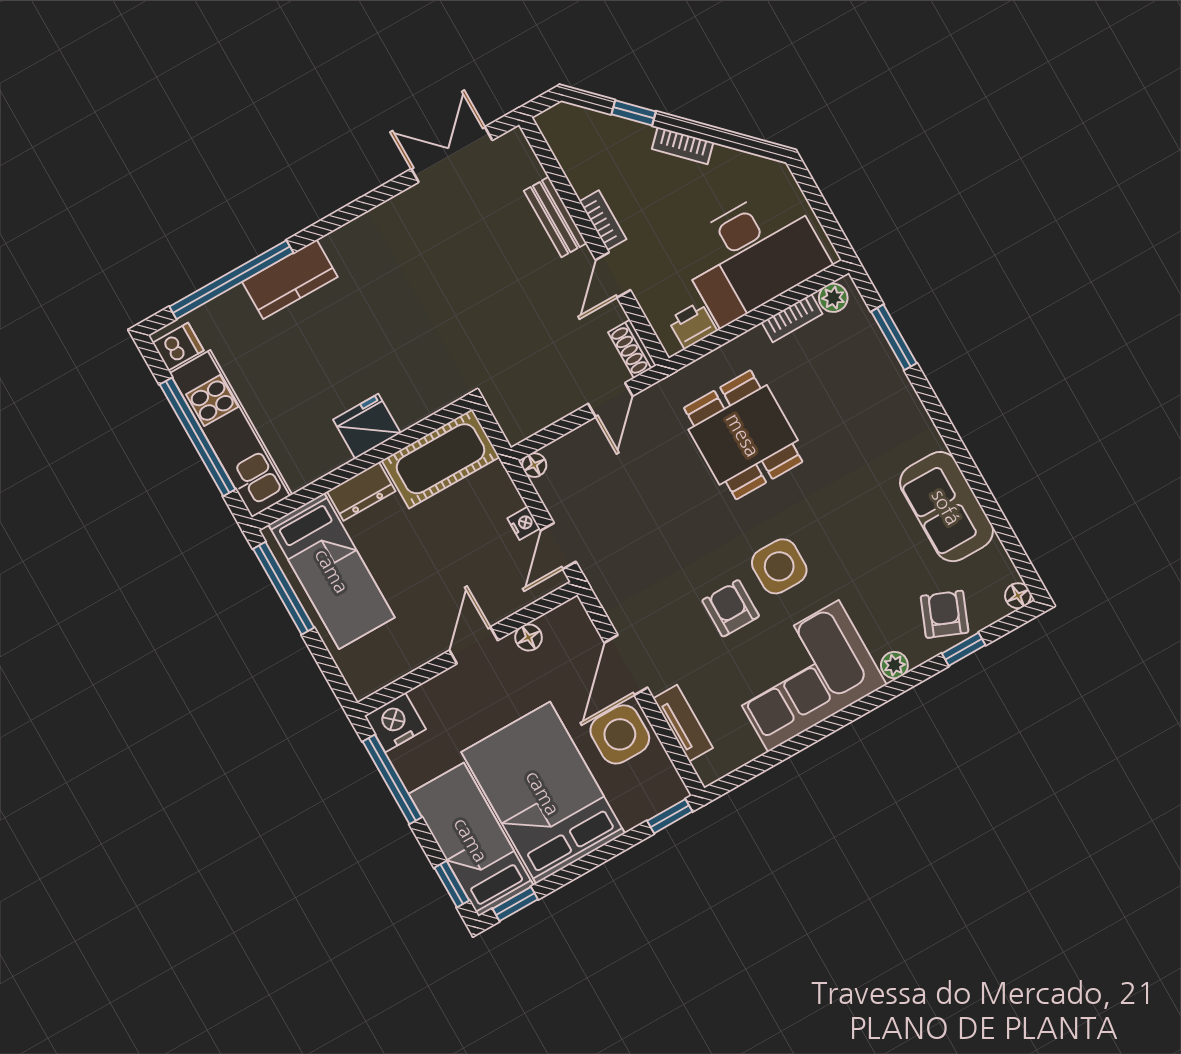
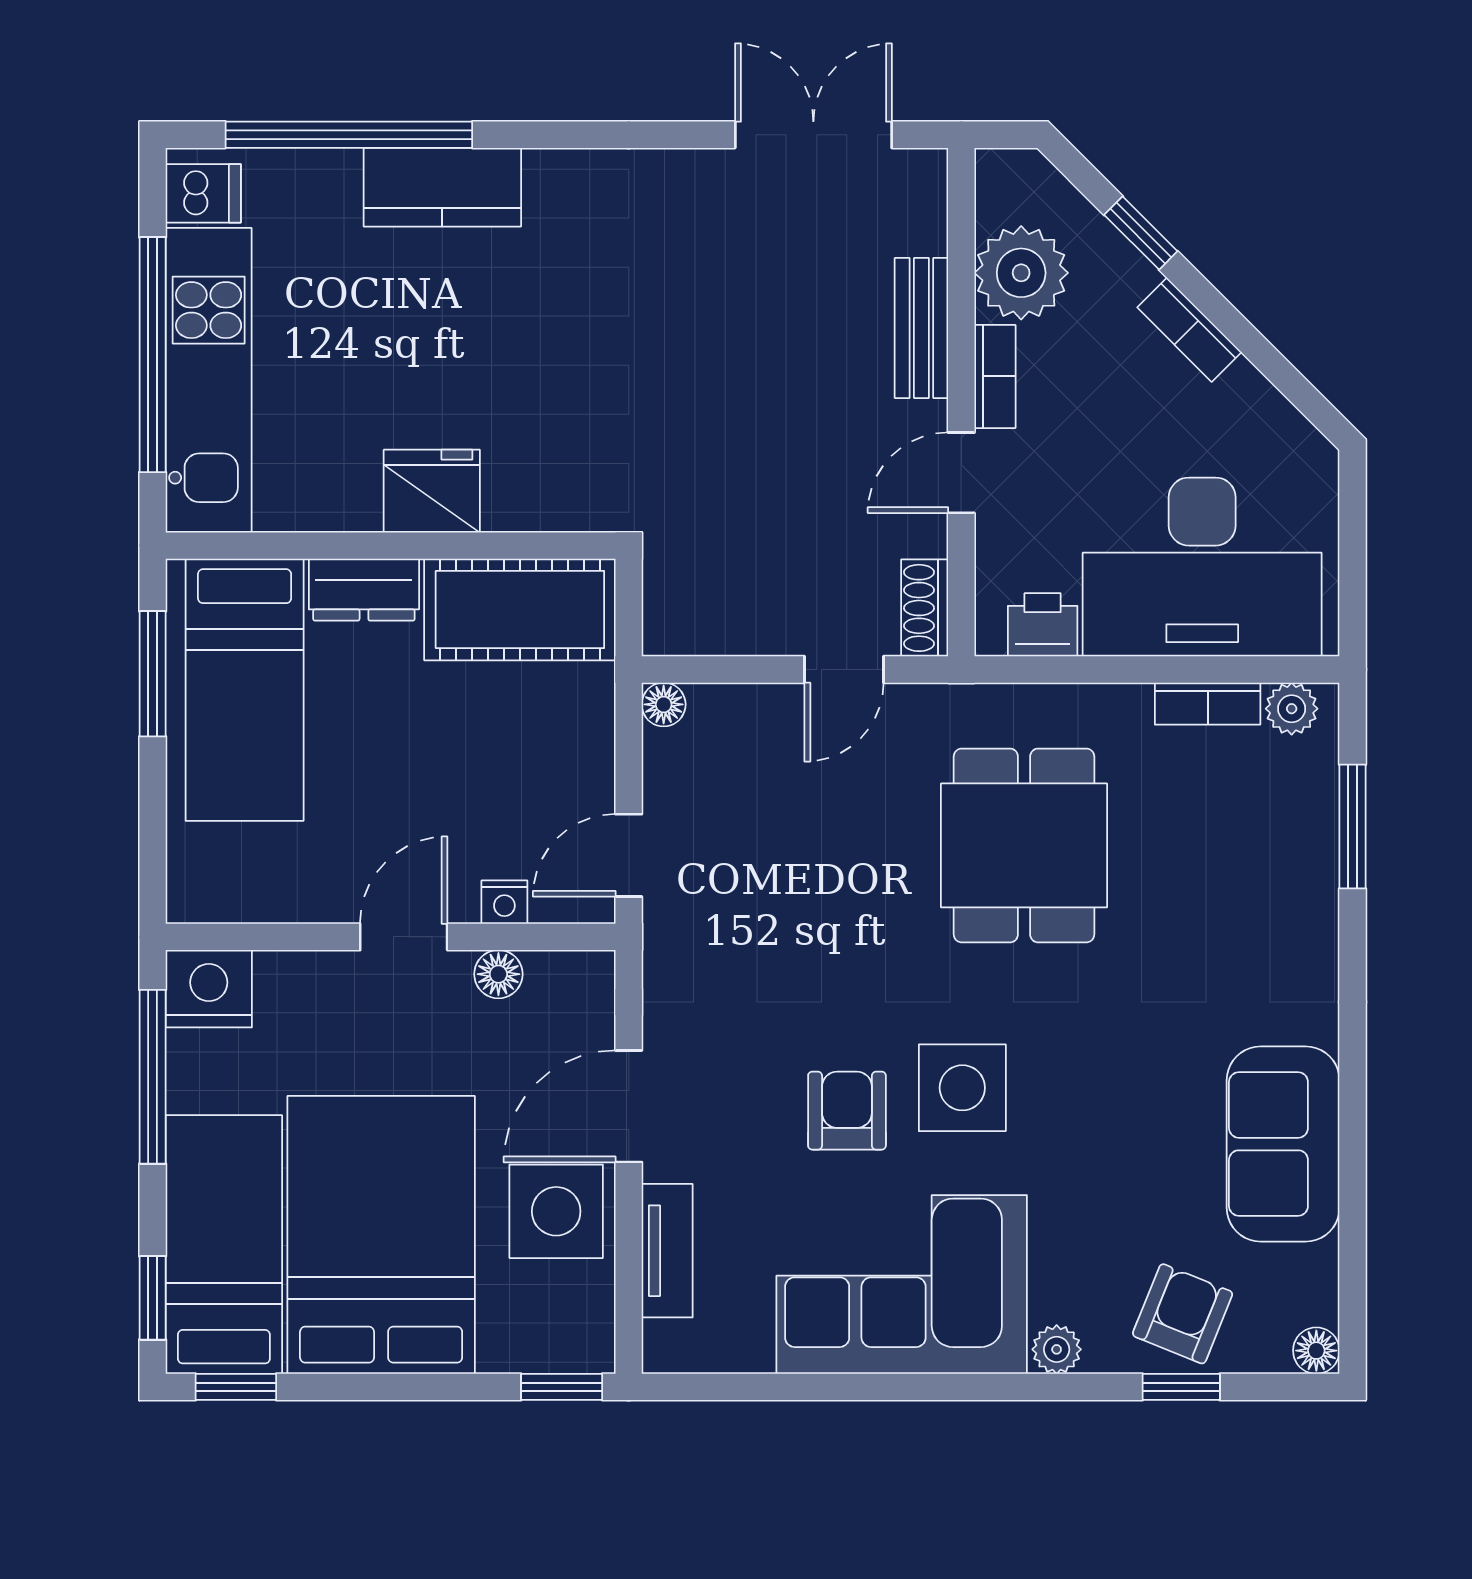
plant: (588, 164) -> (1021, 273), added
nightstand: (524, 523) -> (504, 902), moved, turned 90
window: (284, 588) -> (153, 674), width x0.69

